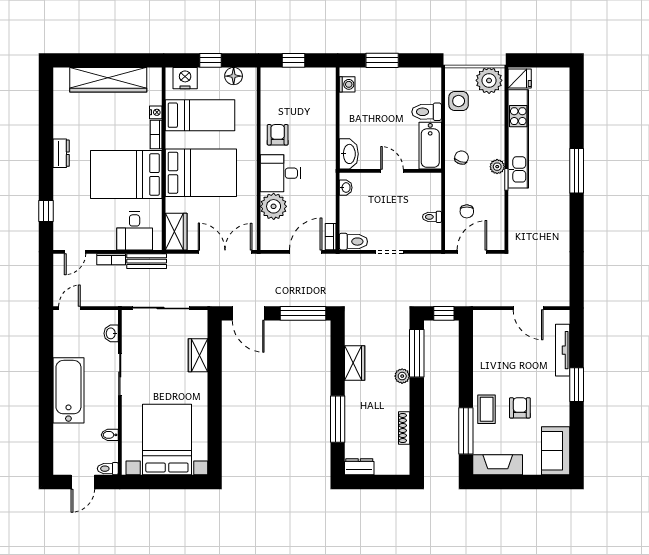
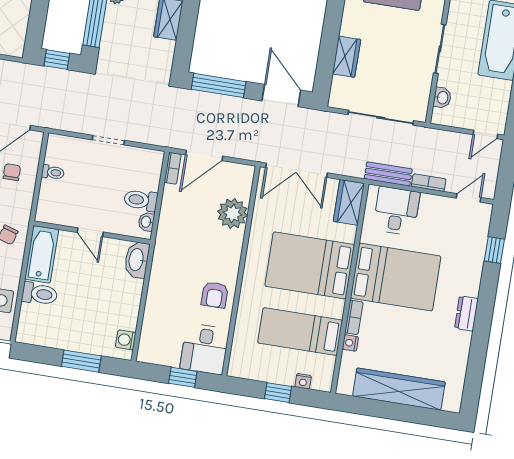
floor lamp: (234, 76) -> (255, 370), removed
nightstand: (185, 78) -> (303, 381), width x0.53, depth x0.56
desk: (280, 173) -> (204, 349), moved, turned 90
toilet: (353, 242) -> (141, 200), moved

